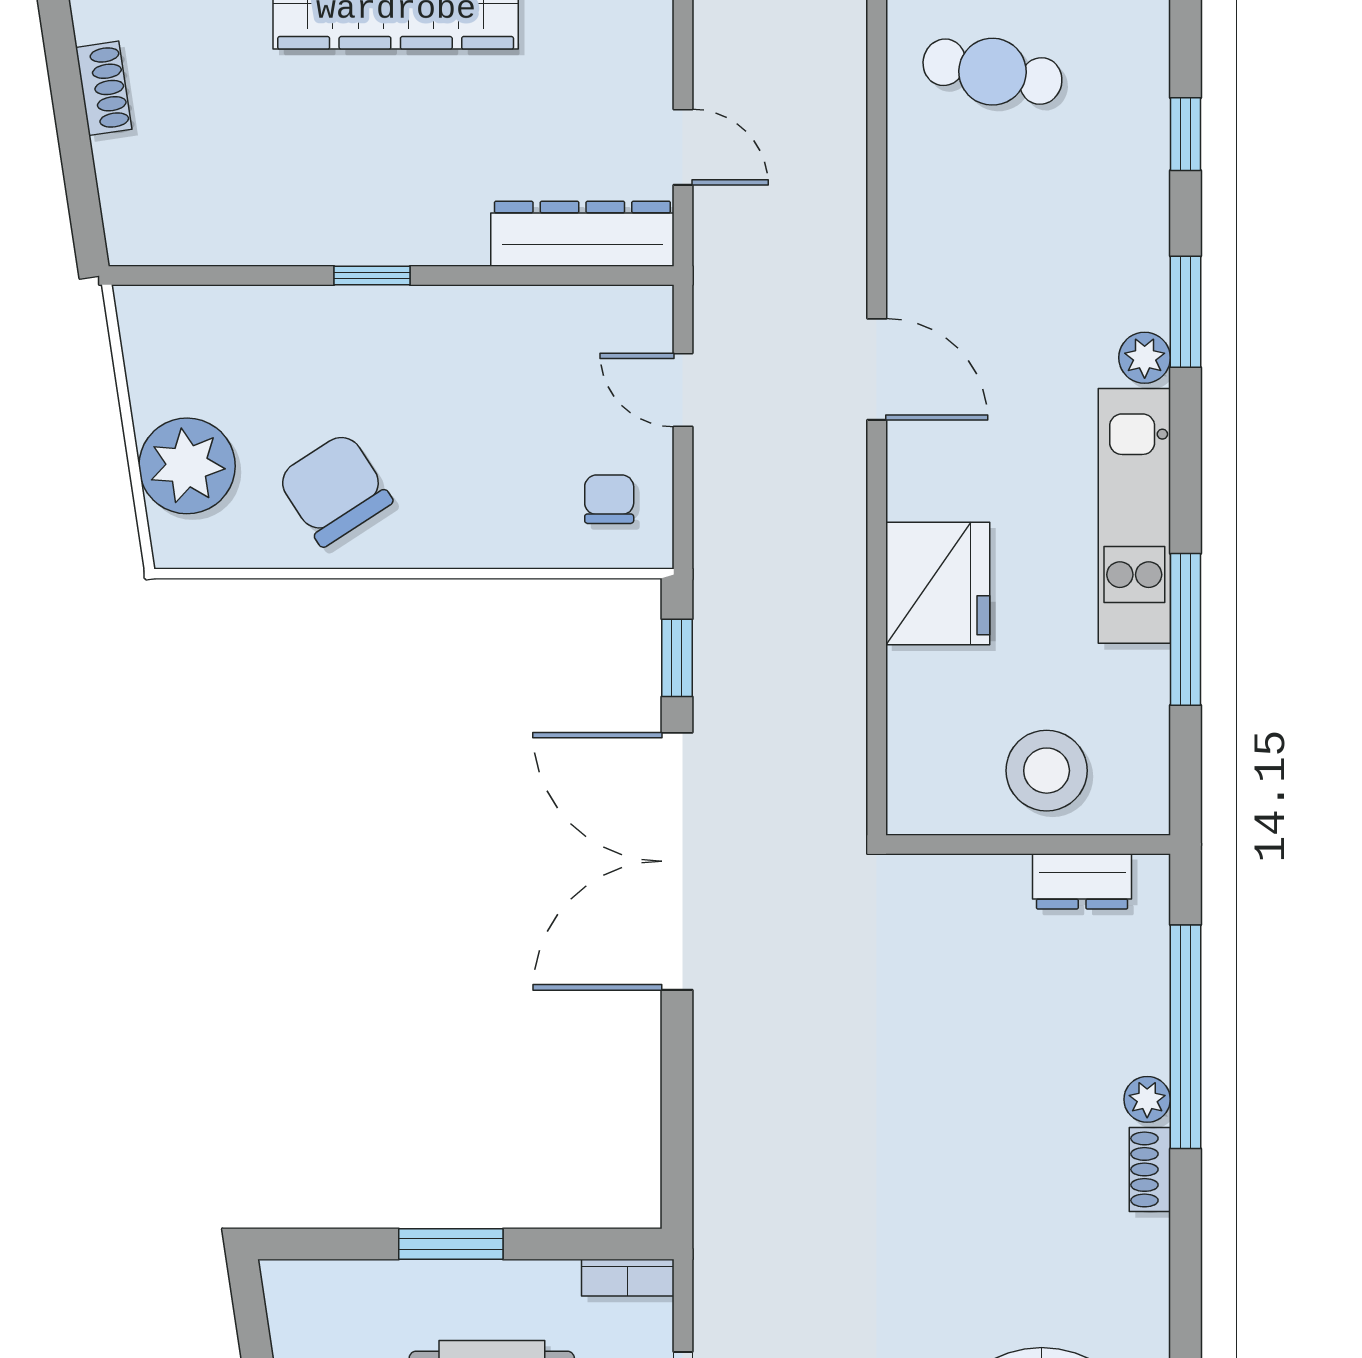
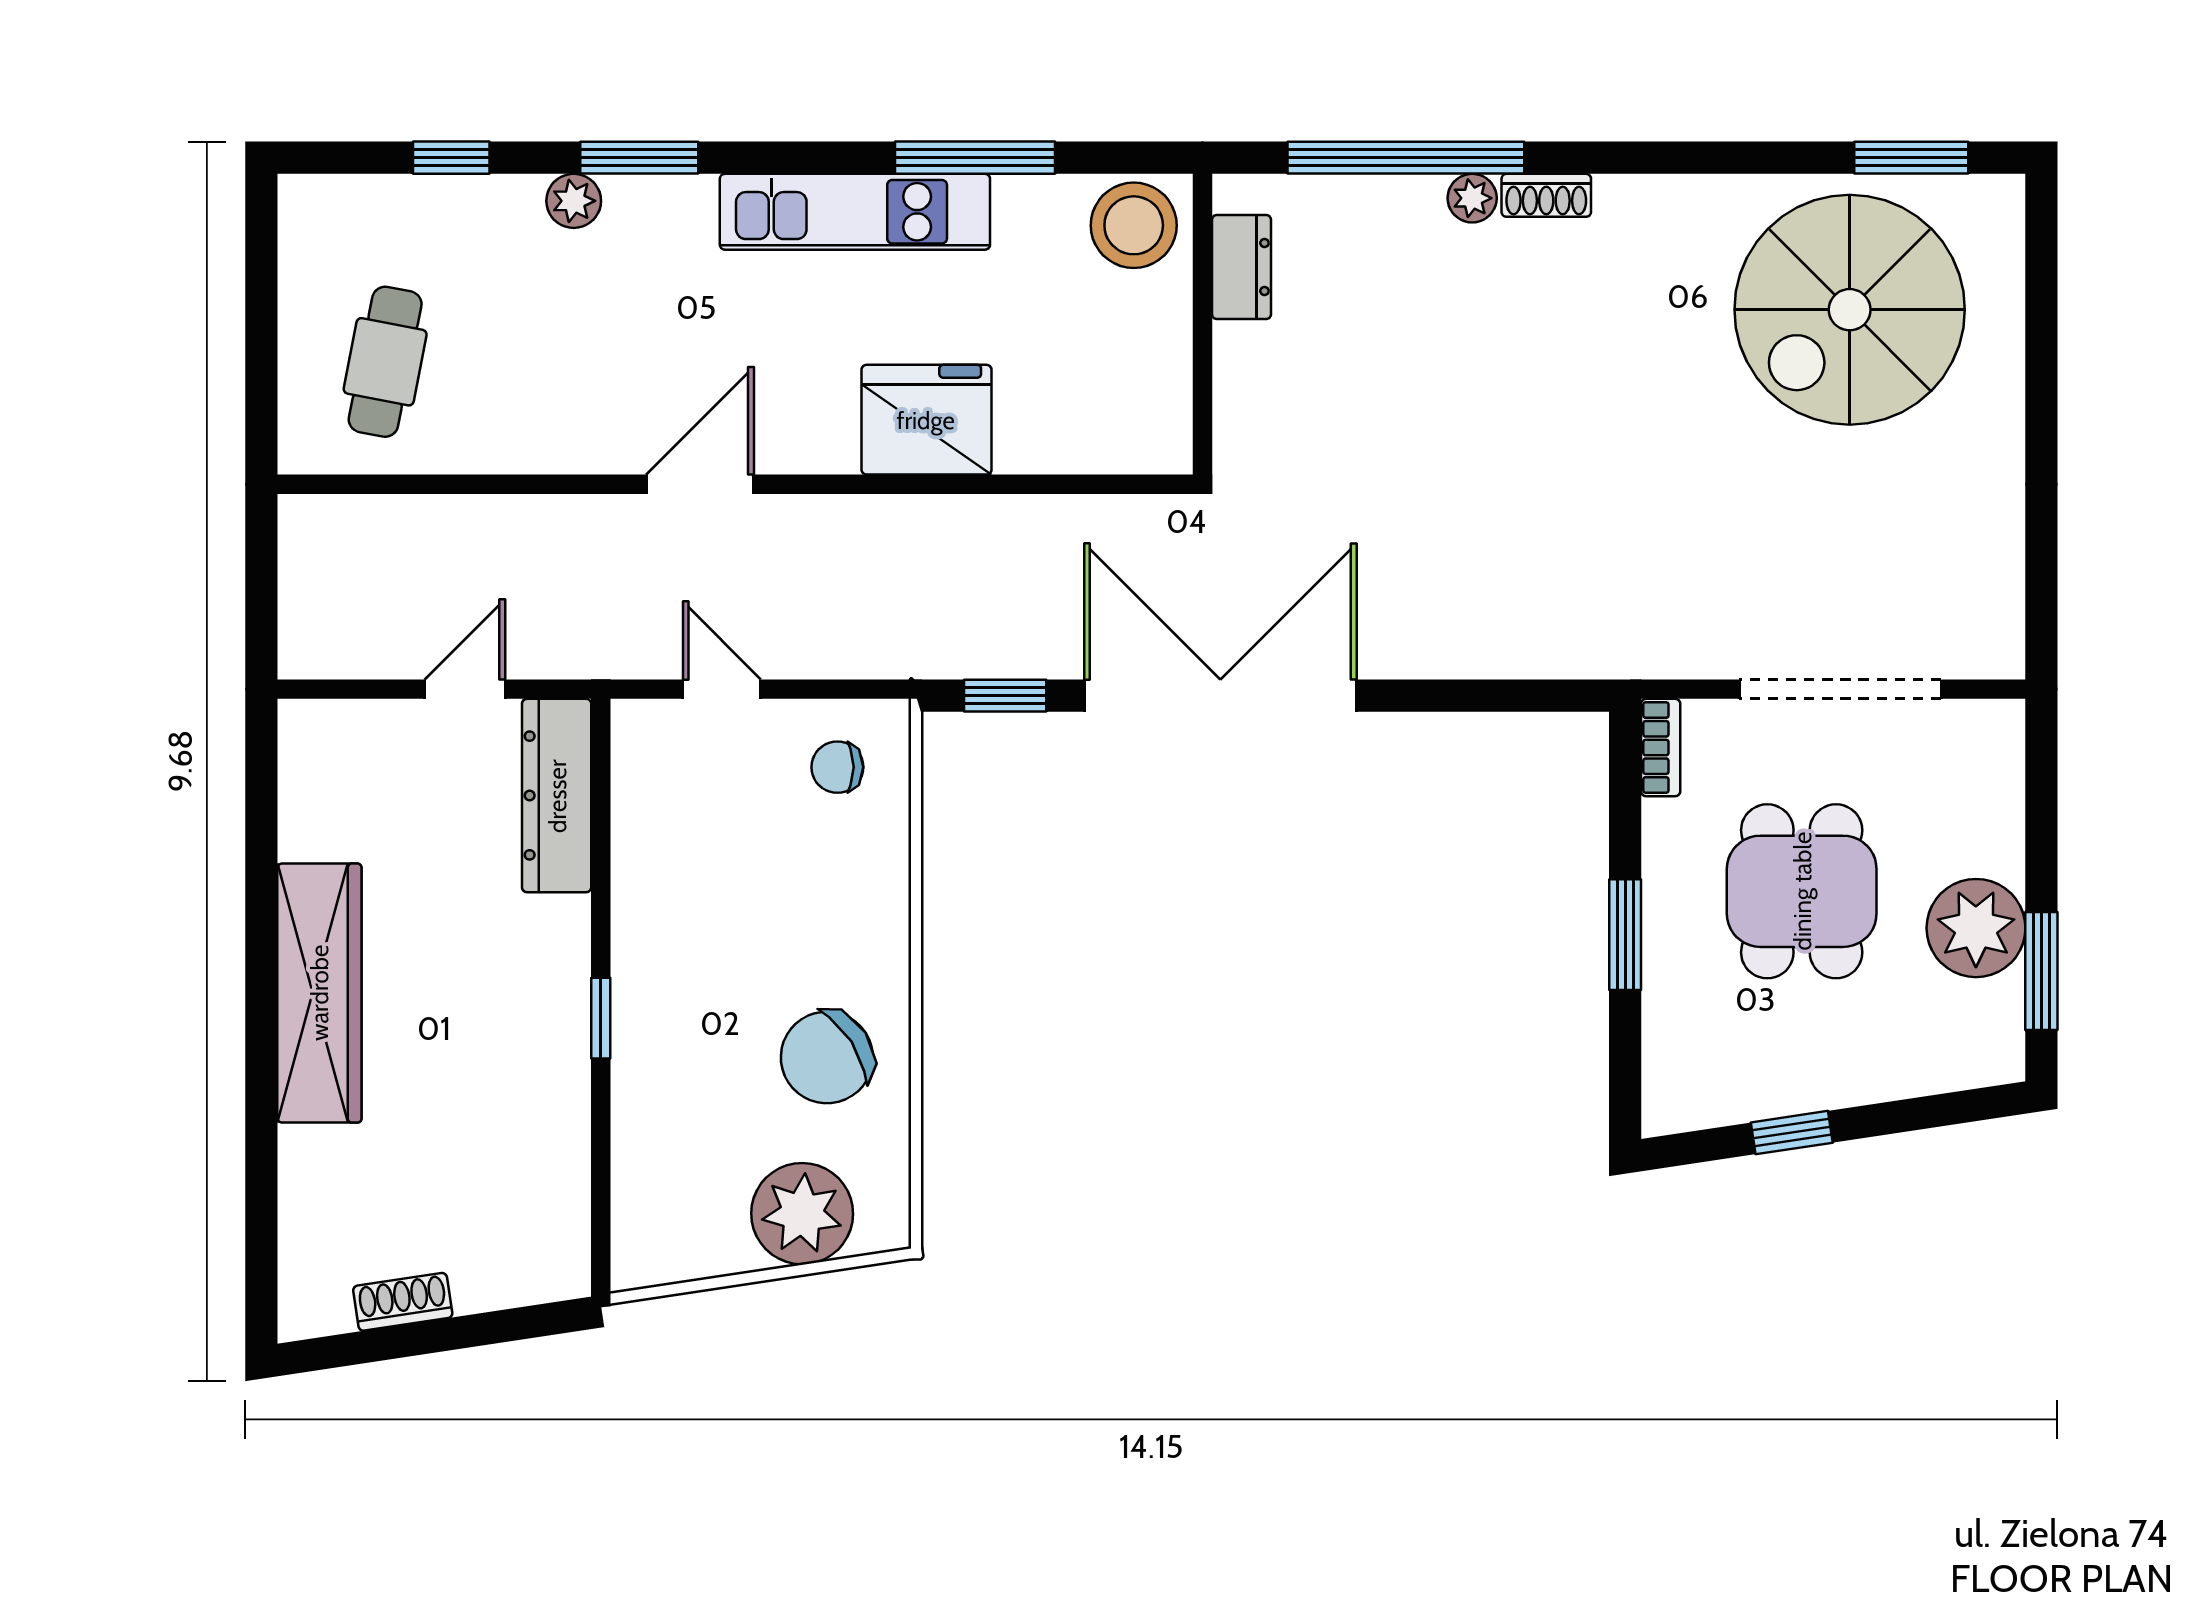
plant: (1145, 358) -> (574, 201), moved
door: (683, 390) -> (722, 689), swing flipped
stool: (1047, 771) -> (1134, 225), moved
double door: (677, 861) -> (1220, 696), swing flipped

